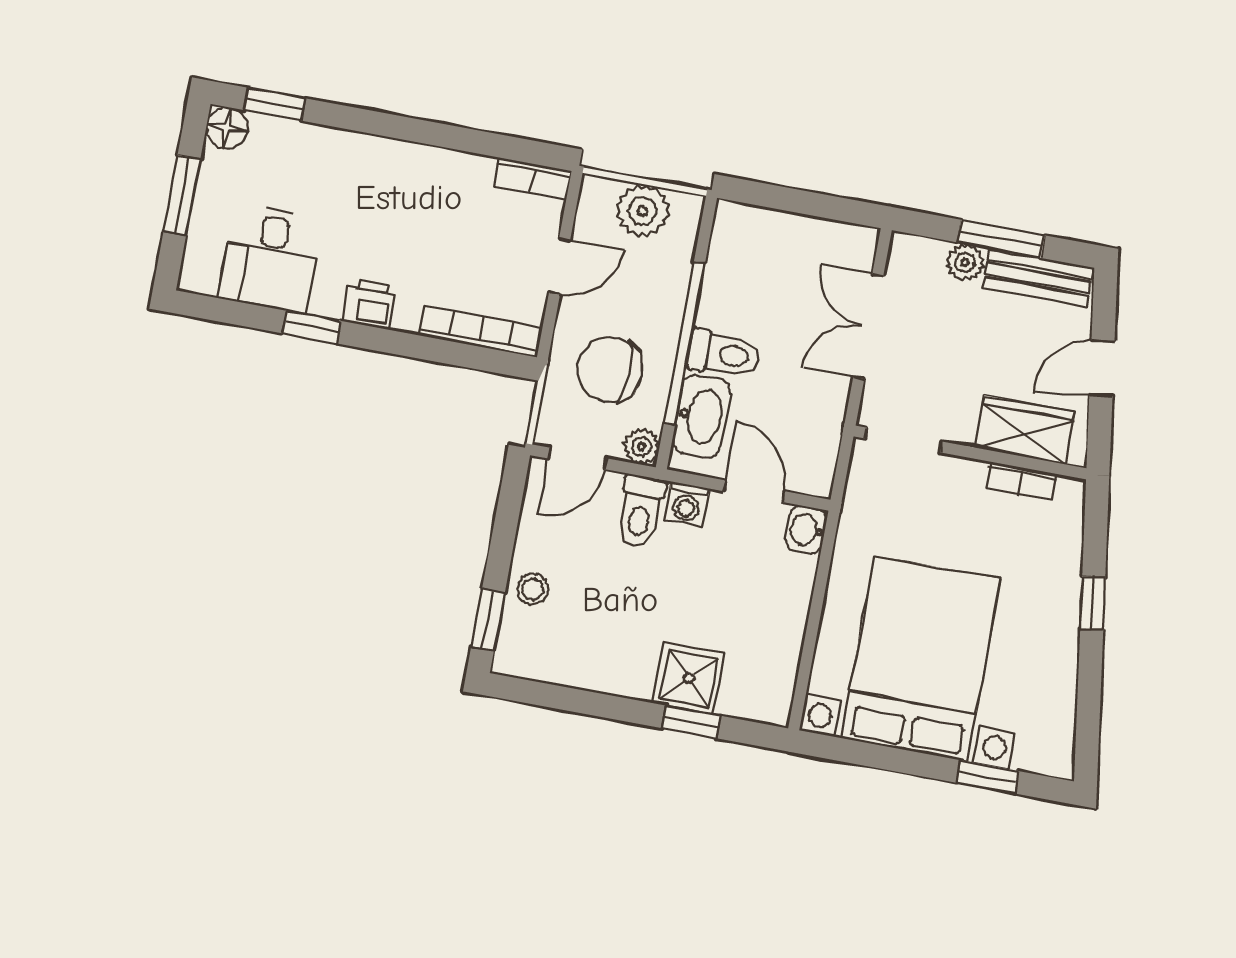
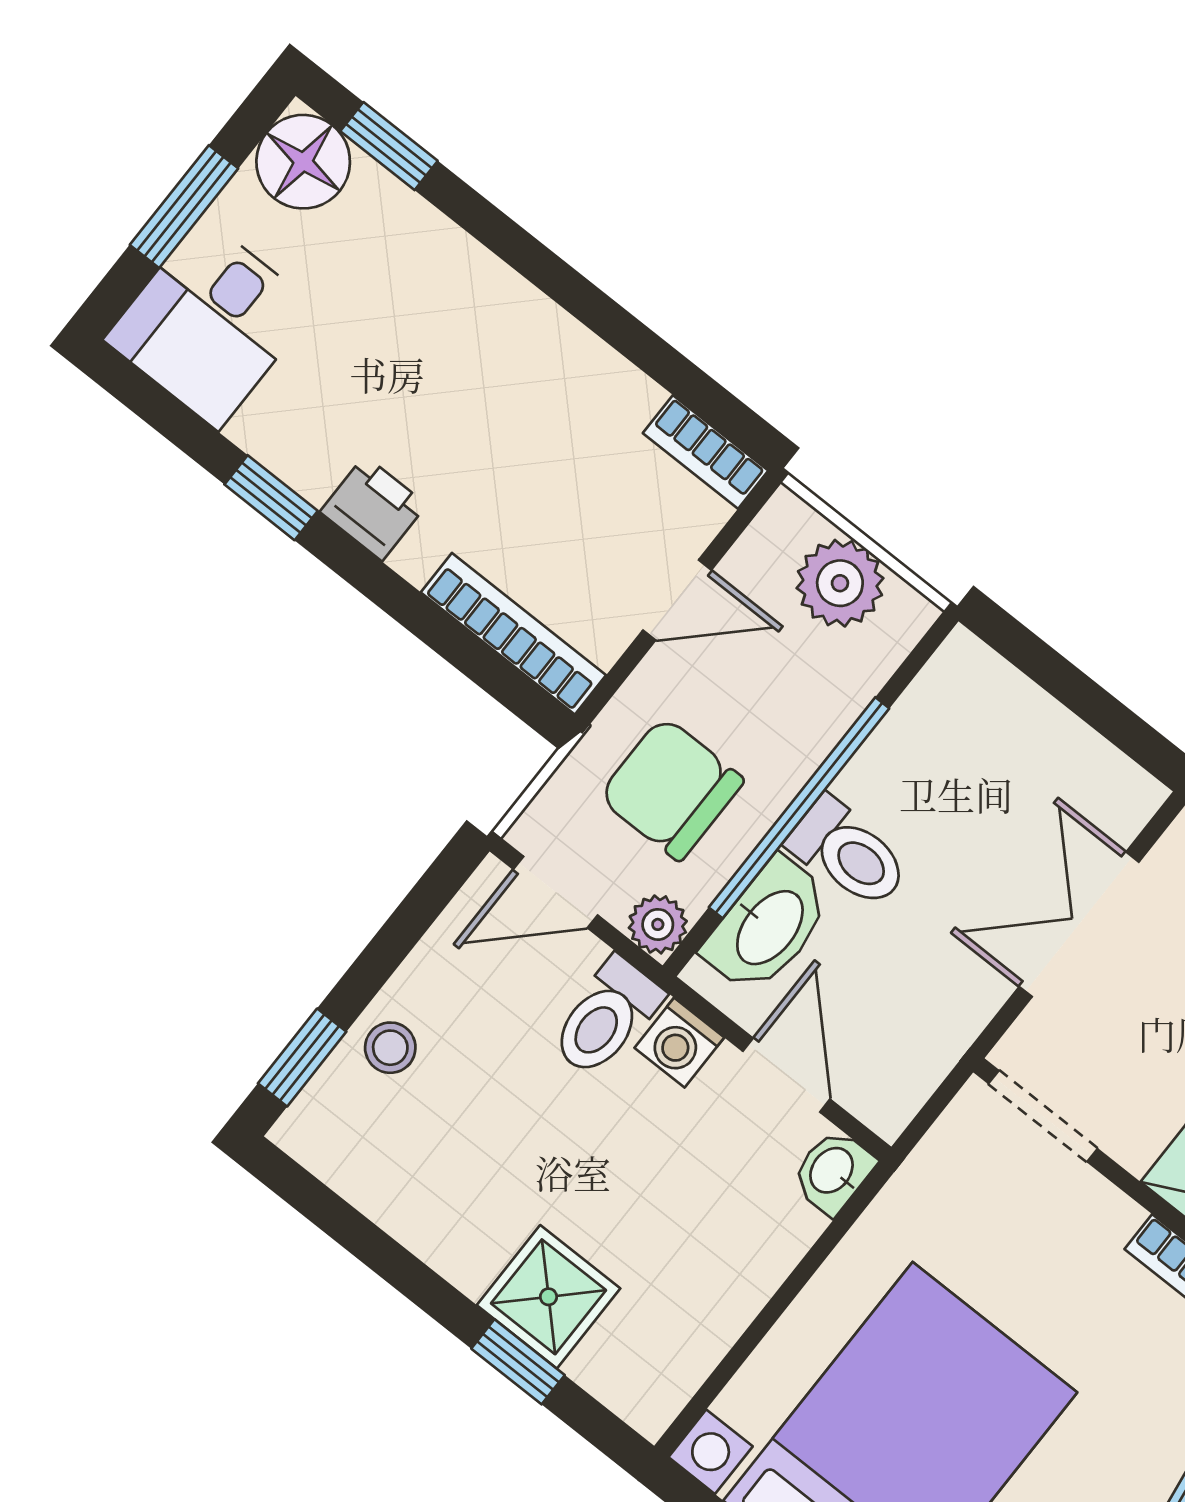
floor lamp: (227, 128) -> (303, 162), width x1.38, depth x1.38
desk: (270, 258) -> (210, 323), moved

